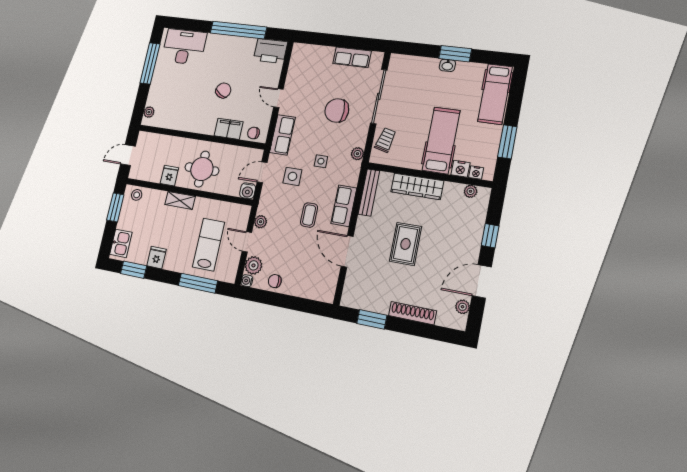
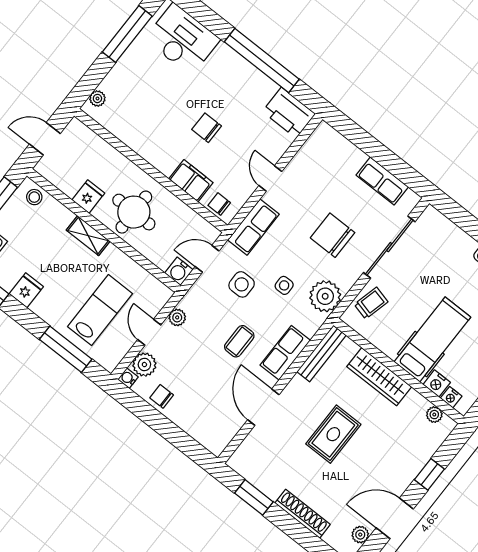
chair: (223, 90) -> (207, 128), turned -120
plant: (357, 154) -> (325, 296), width x1.88, depth x1.88

